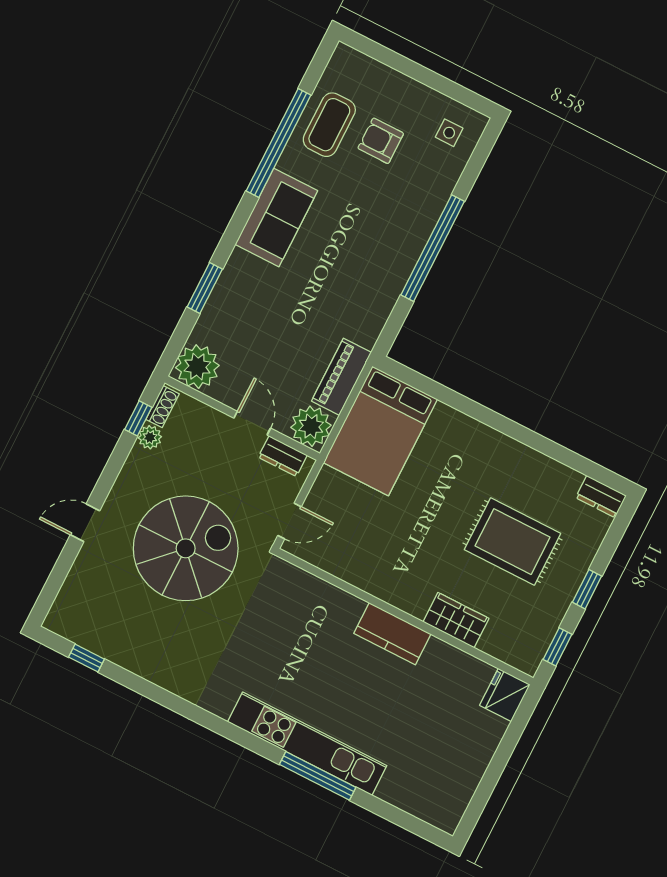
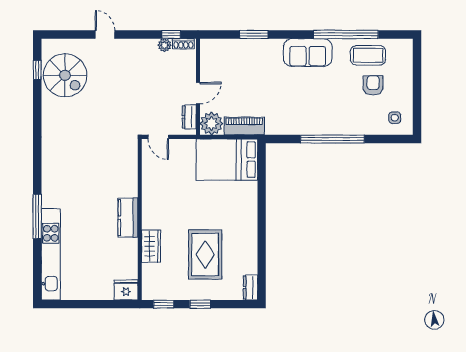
plant: (197, 367) -> (212, 51), removed
spiral stairs: (186, 548) -> (65, 75), moved, width x0.73, depth x0.73
kitchen unit: (307, 744) -> (51, 254), moved

